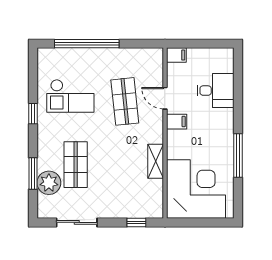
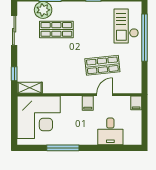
checkout: (70, 96) -> (126, 26), moved
shelving: (156, 161) -> (30, 88), moved

